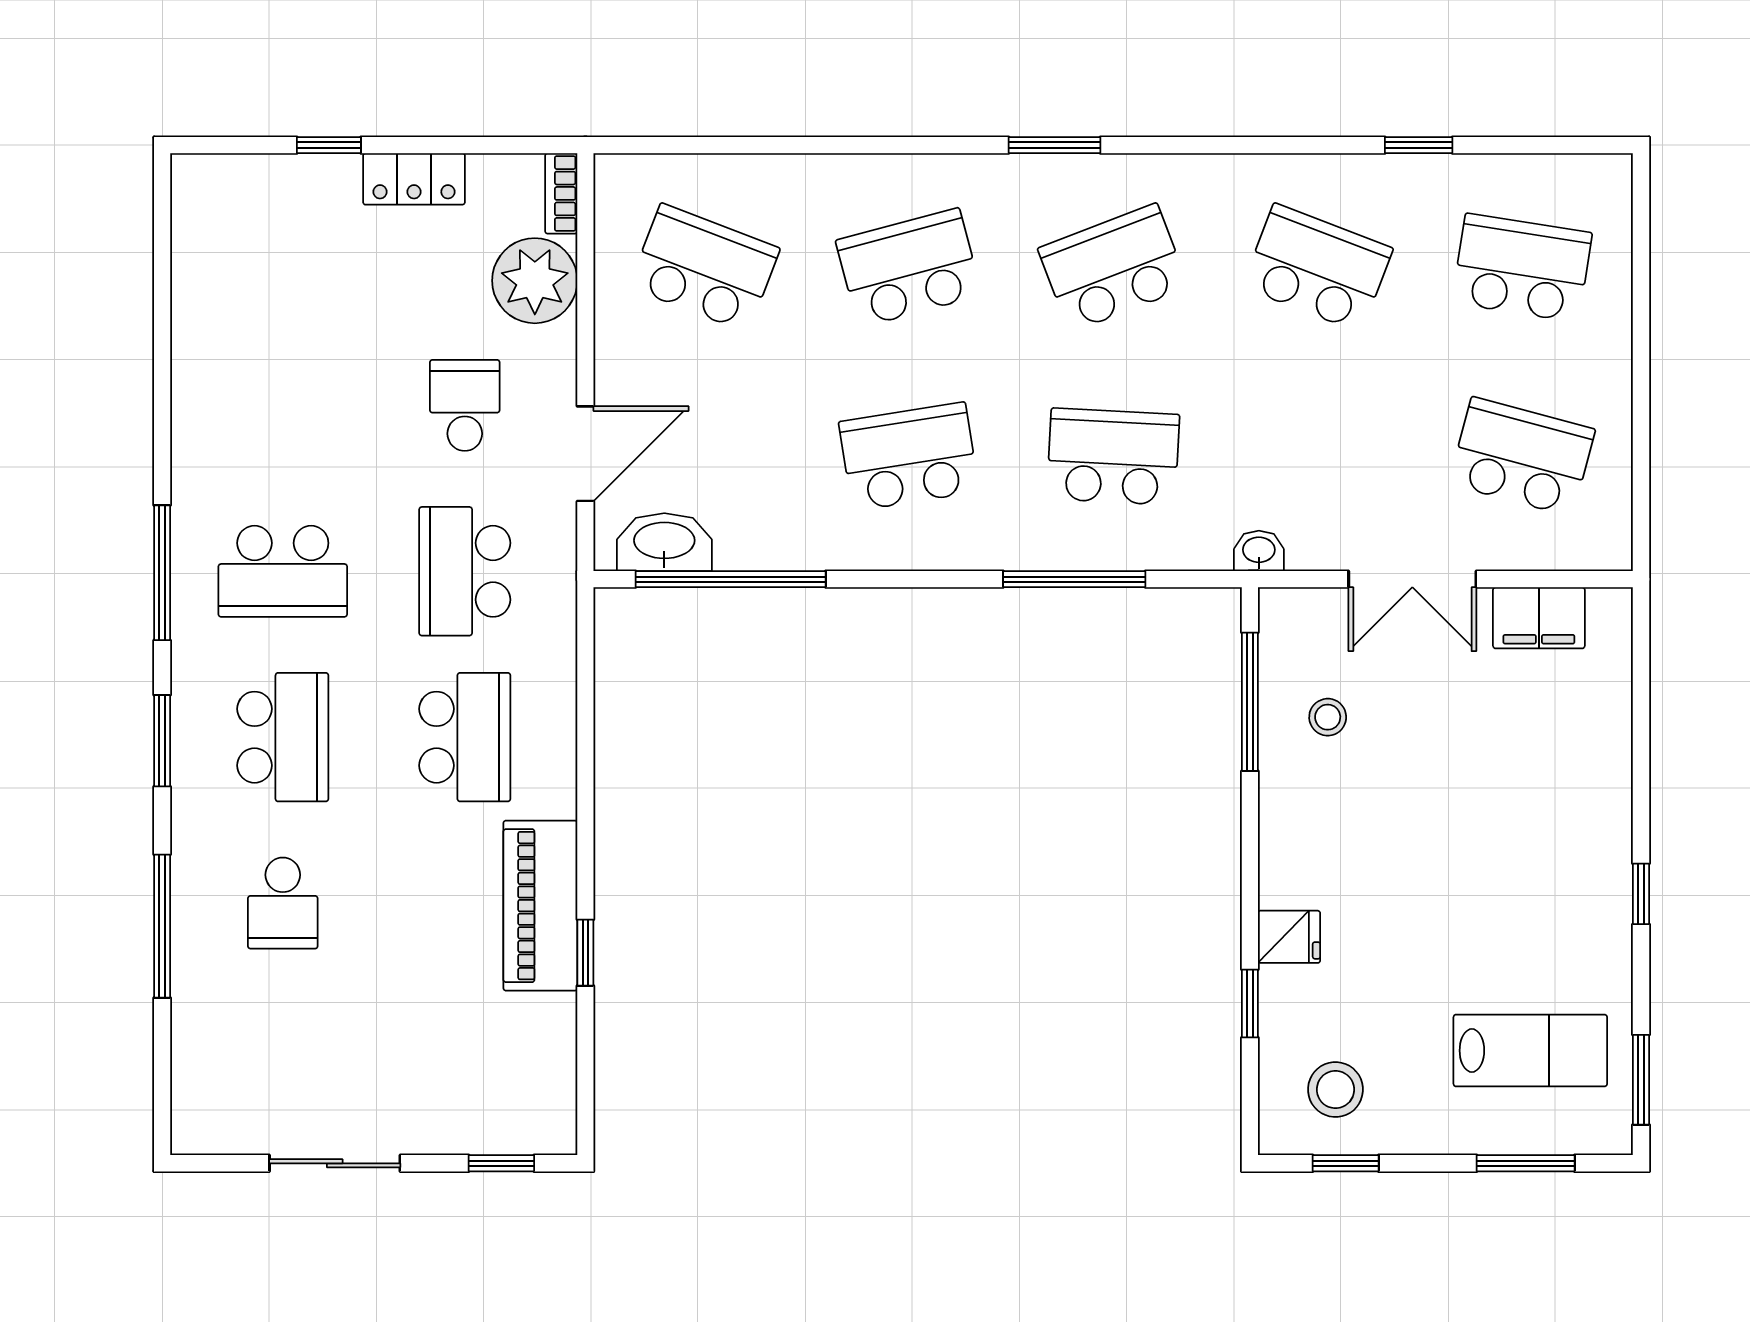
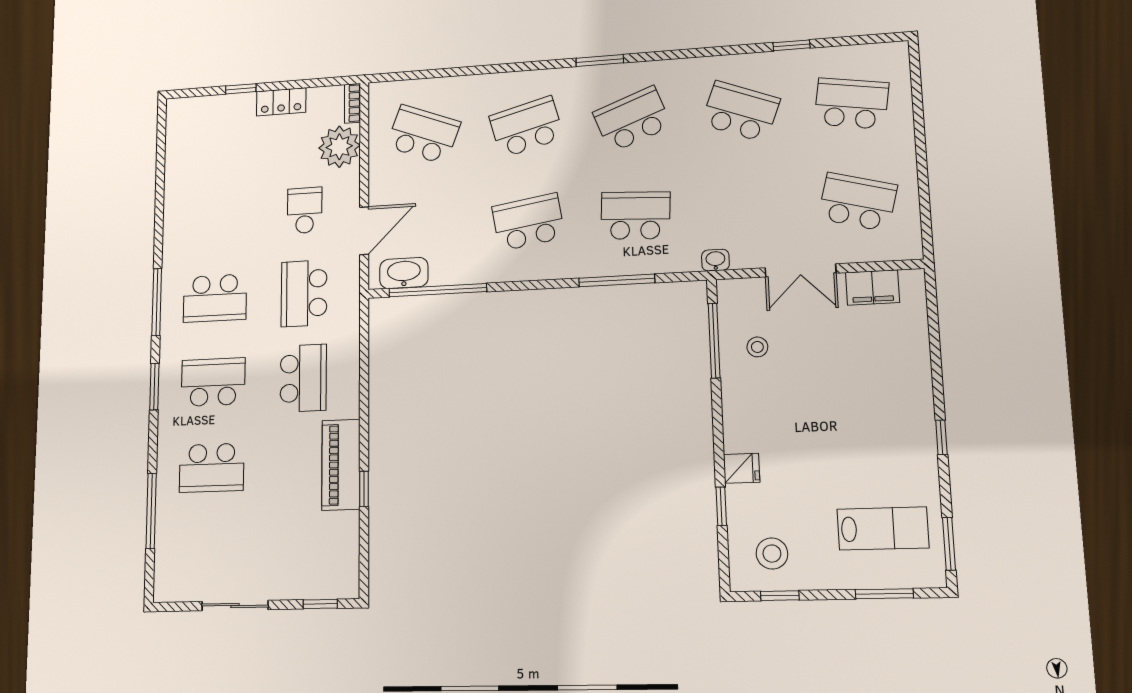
school desk: (283, 737) -> (213, 382), turned -90
school desk: (283, 903) -> (212, 468), width x1.85
window: (162, 926) -> (151, 511), moved

